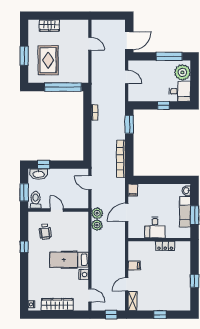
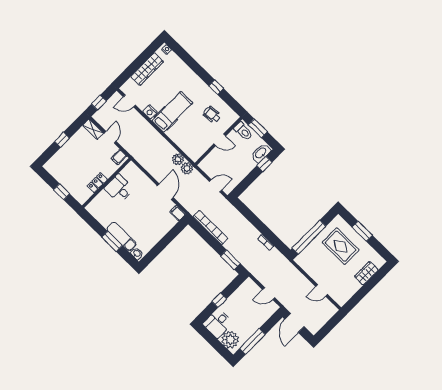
desk: (155, 227) -> (119, 189), moved
wall: (159, 240) -> (106, 183), moved
locker: (165, 246) -> (97, 183), moved

